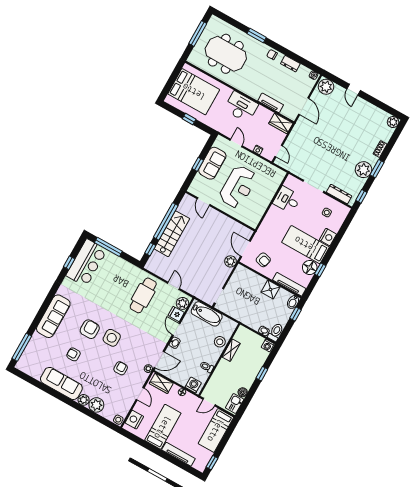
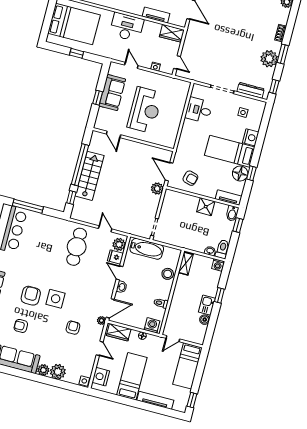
tv unit: (289, 284) -> (229, 198), width x0.71
shelving: (231, 350) -> (186, 263), moved
kitchen sink: (235, 404) -> (207, 305), moved

